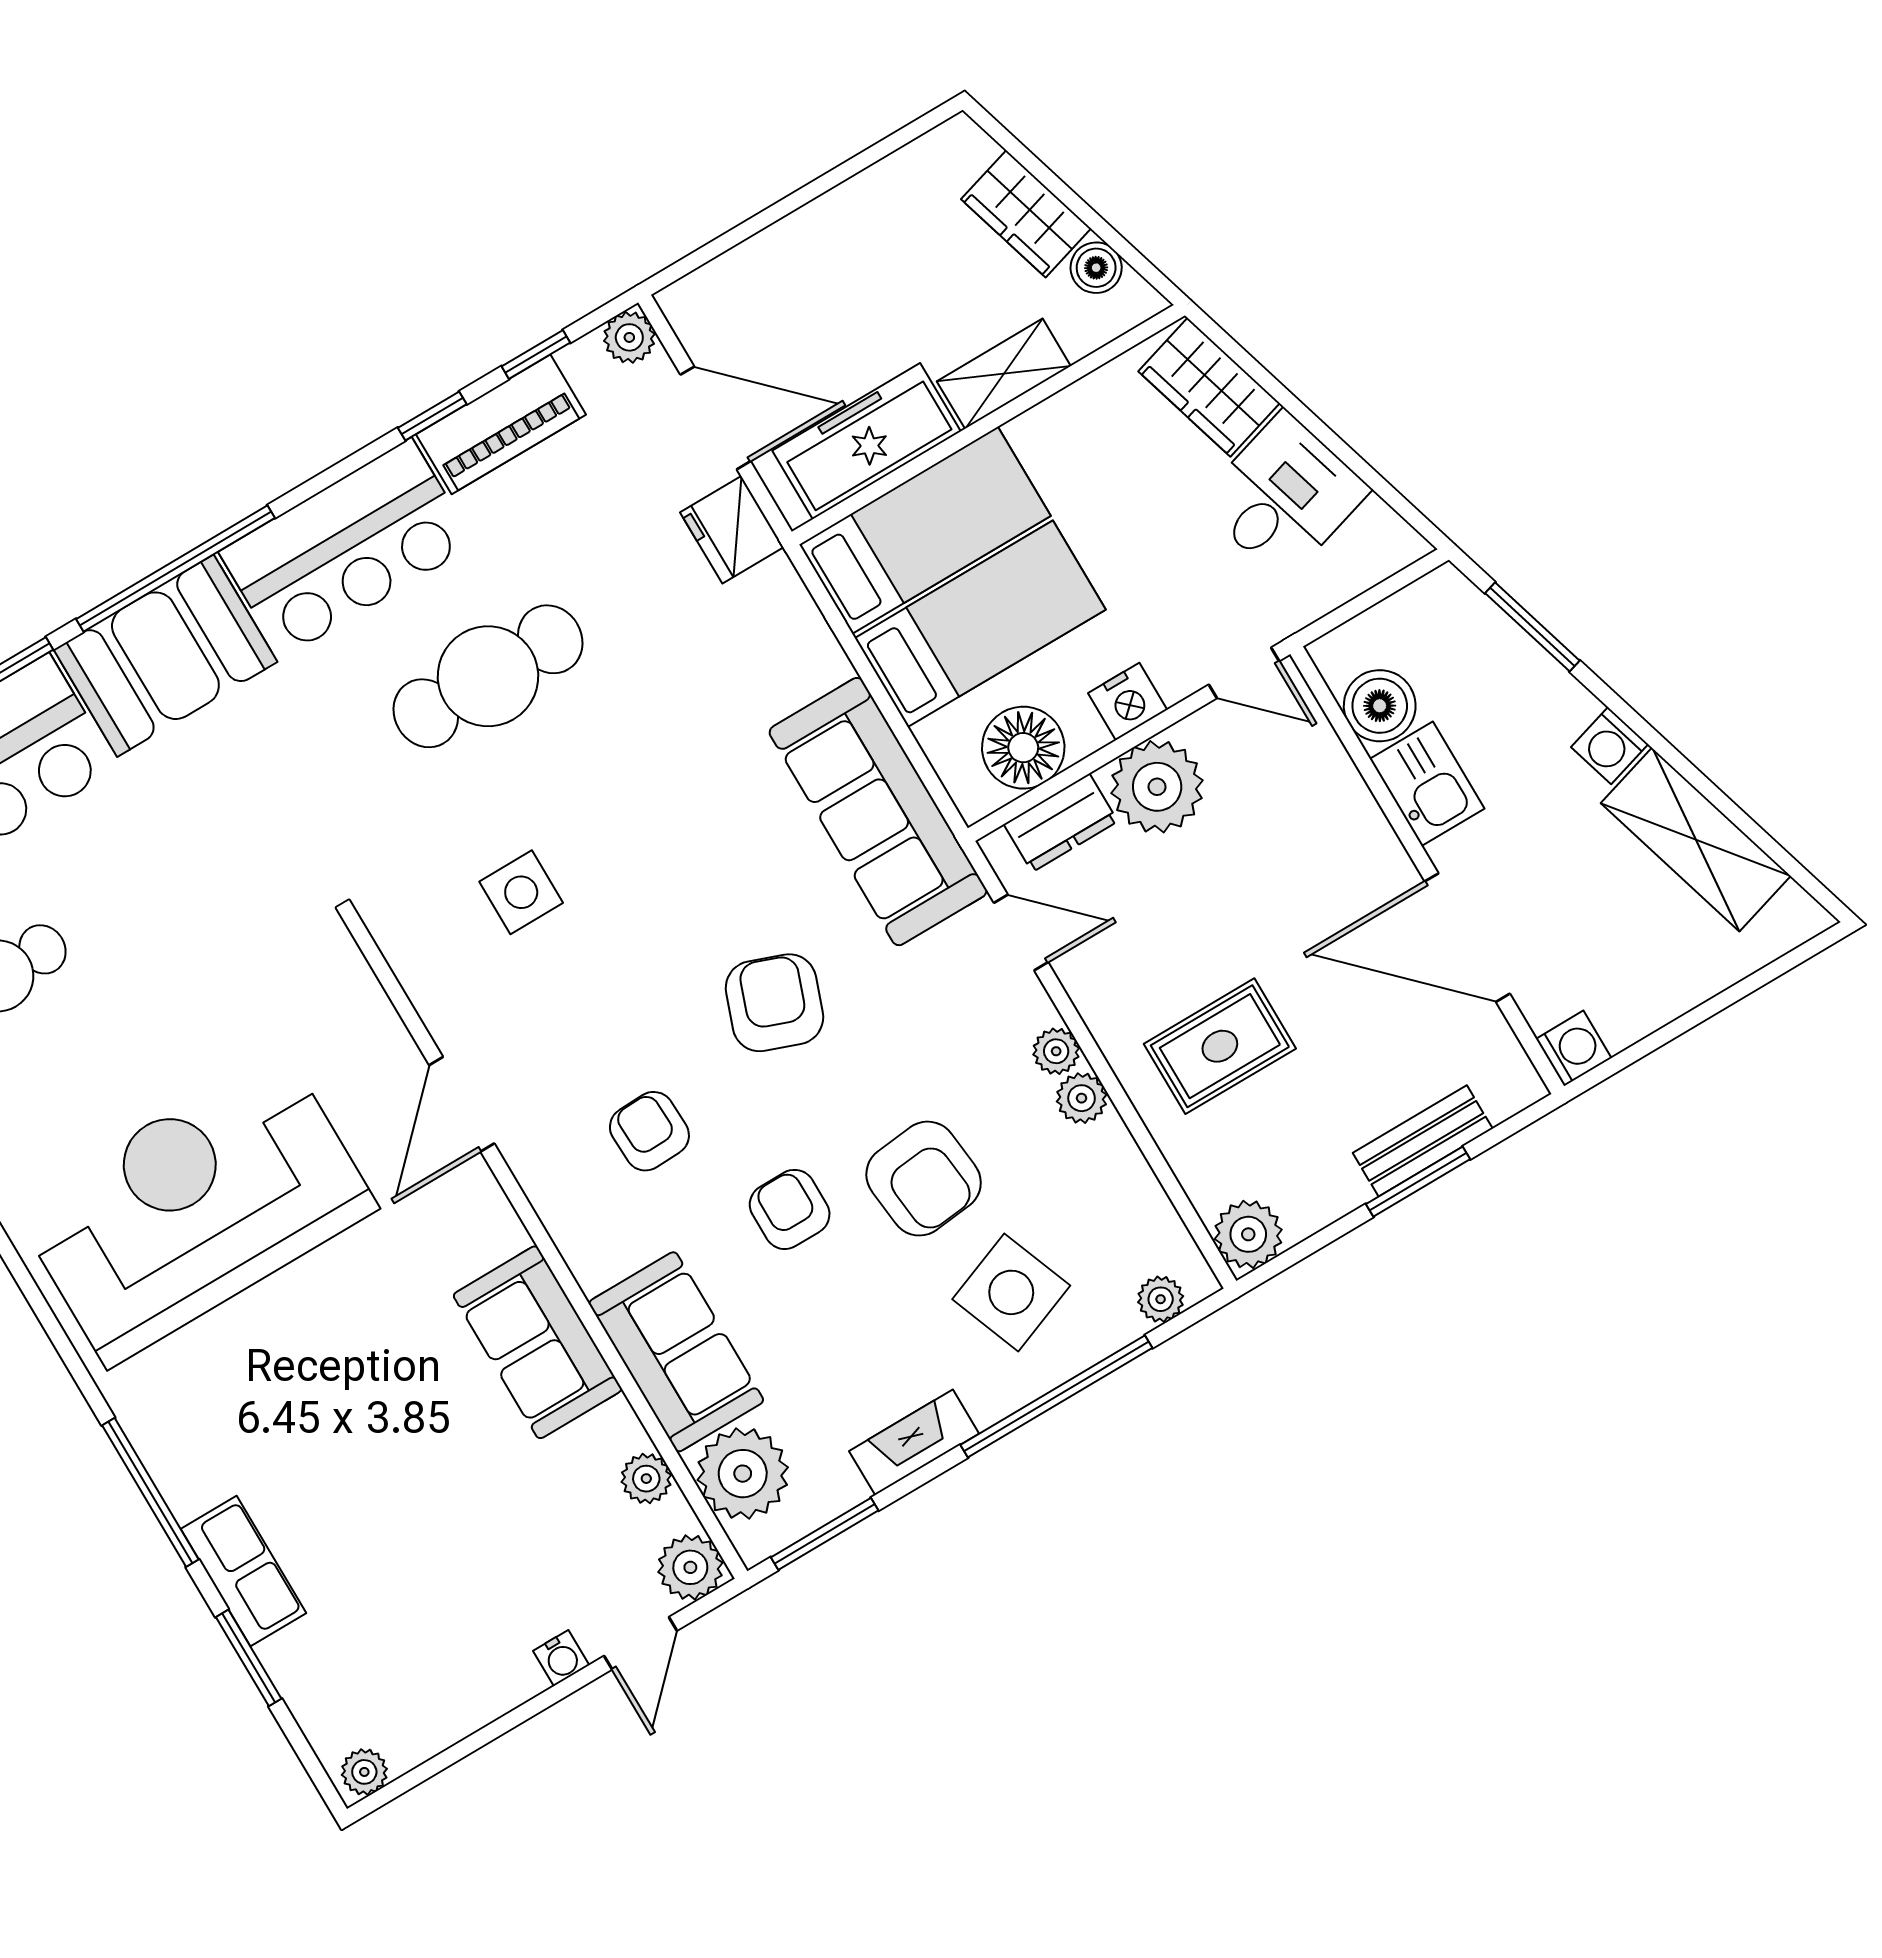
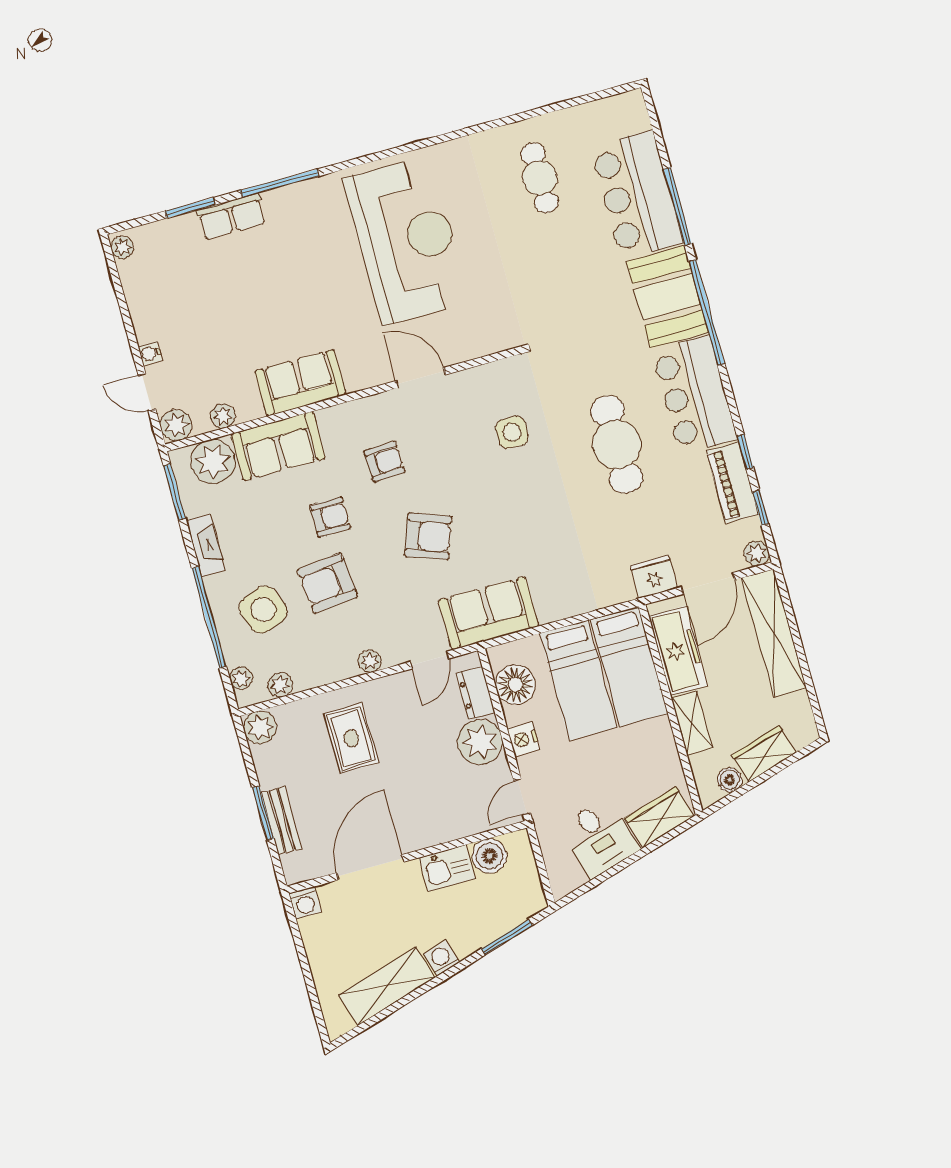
shelving: (779, 259) -> (774, 633), added
sofa: (878, 812) -> (488, 613), width x0.73
plant: (1082, 1098) -> (280, 685), moved

